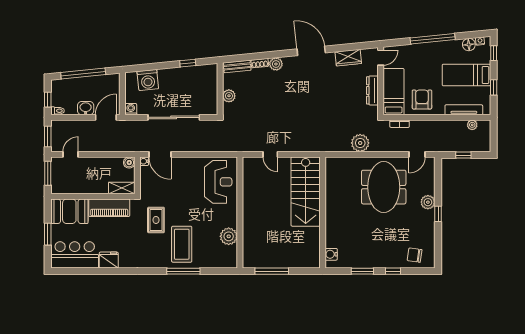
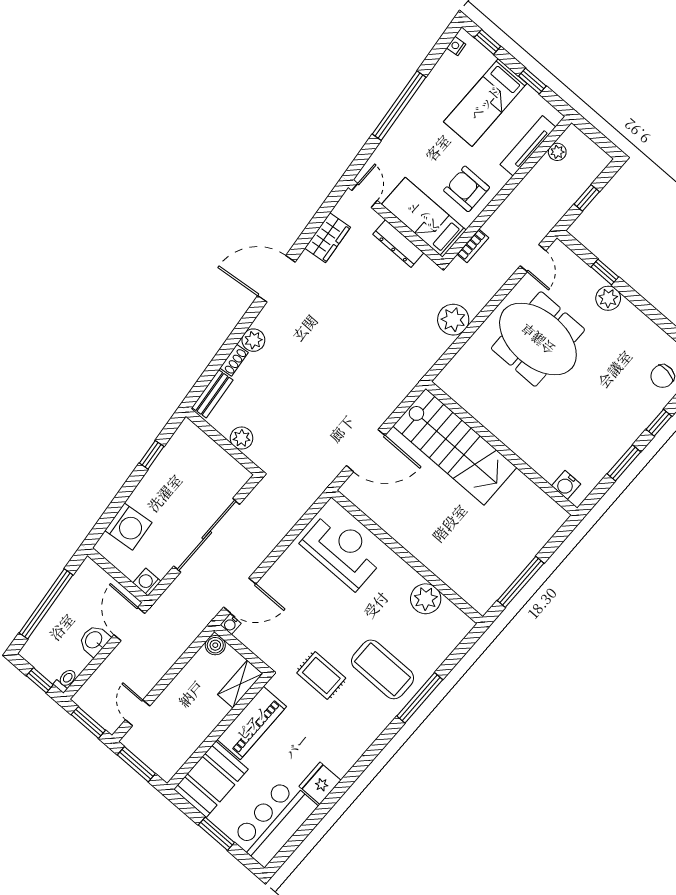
floor lamp: (469, 45) -> (448, 65), removed
door: (270, 154) -> (366, 451), width x1.87
window: (438, 214) -> (605, 272), moved

